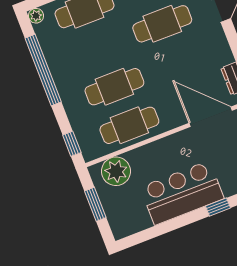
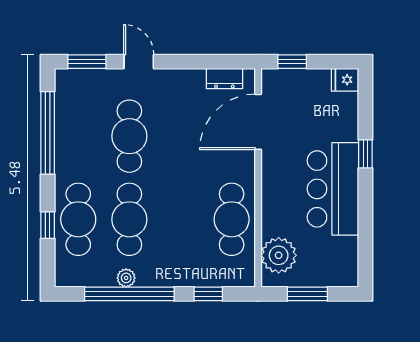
plant: (36, 16) -> (126, 278), moved
cafe table: (114, 87) -> (129, 219), moved
window: (72, 144) -> (208, 294), moved

